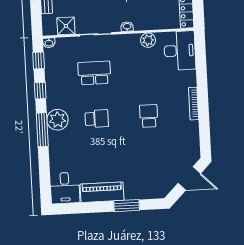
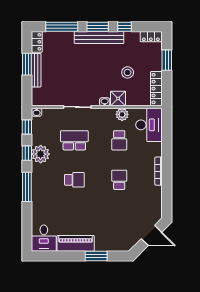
shower: (66, 26) -> (118, 98), moved
school desk: (146, 70) -> (119, 140), added
plant: (58, 120) -> (41, 154), moved

